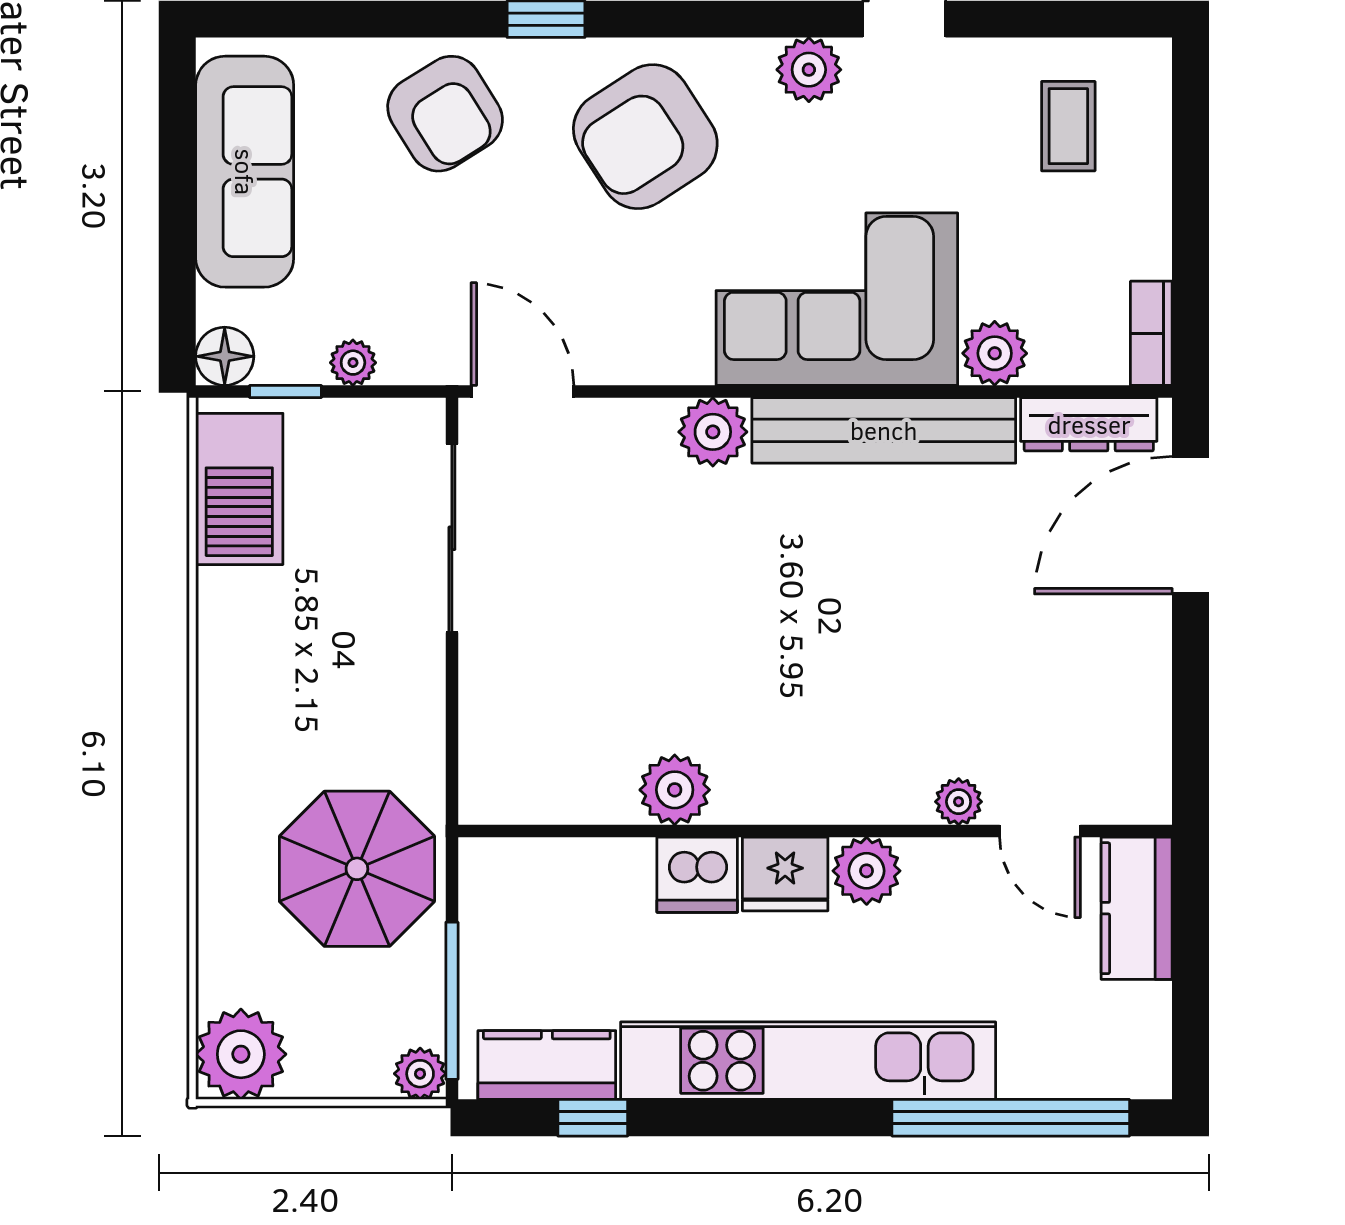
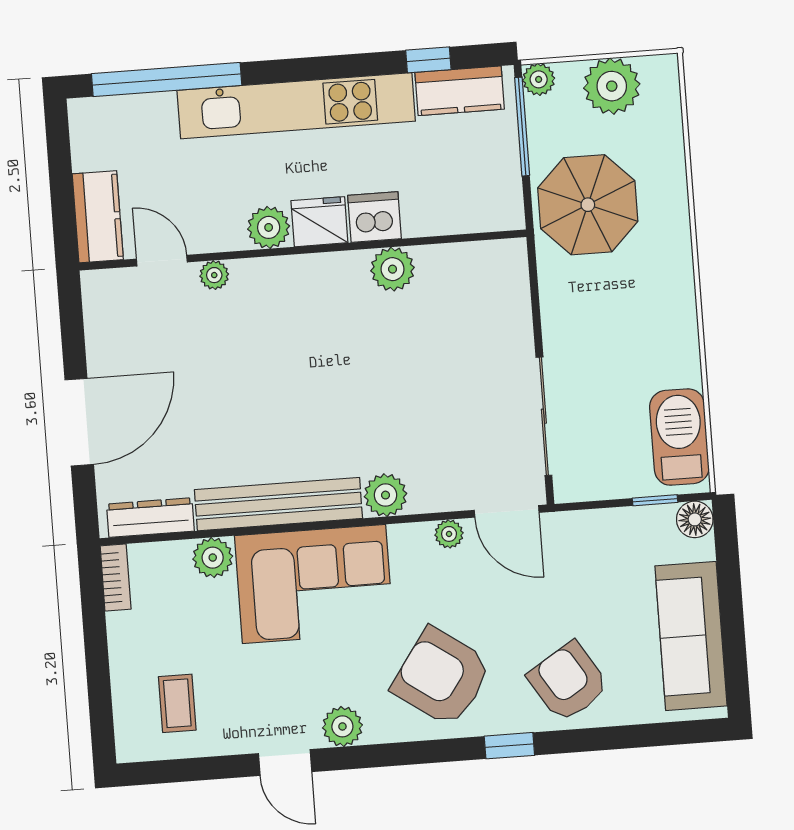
armchair: (645, 137) -> (442, 677), turned -112
plant: (353, 363) -> (449, 534), moved
door: (1190, 525) -> (79, 422), moved
plant: (241, 1054) -> (612, 86), moved

